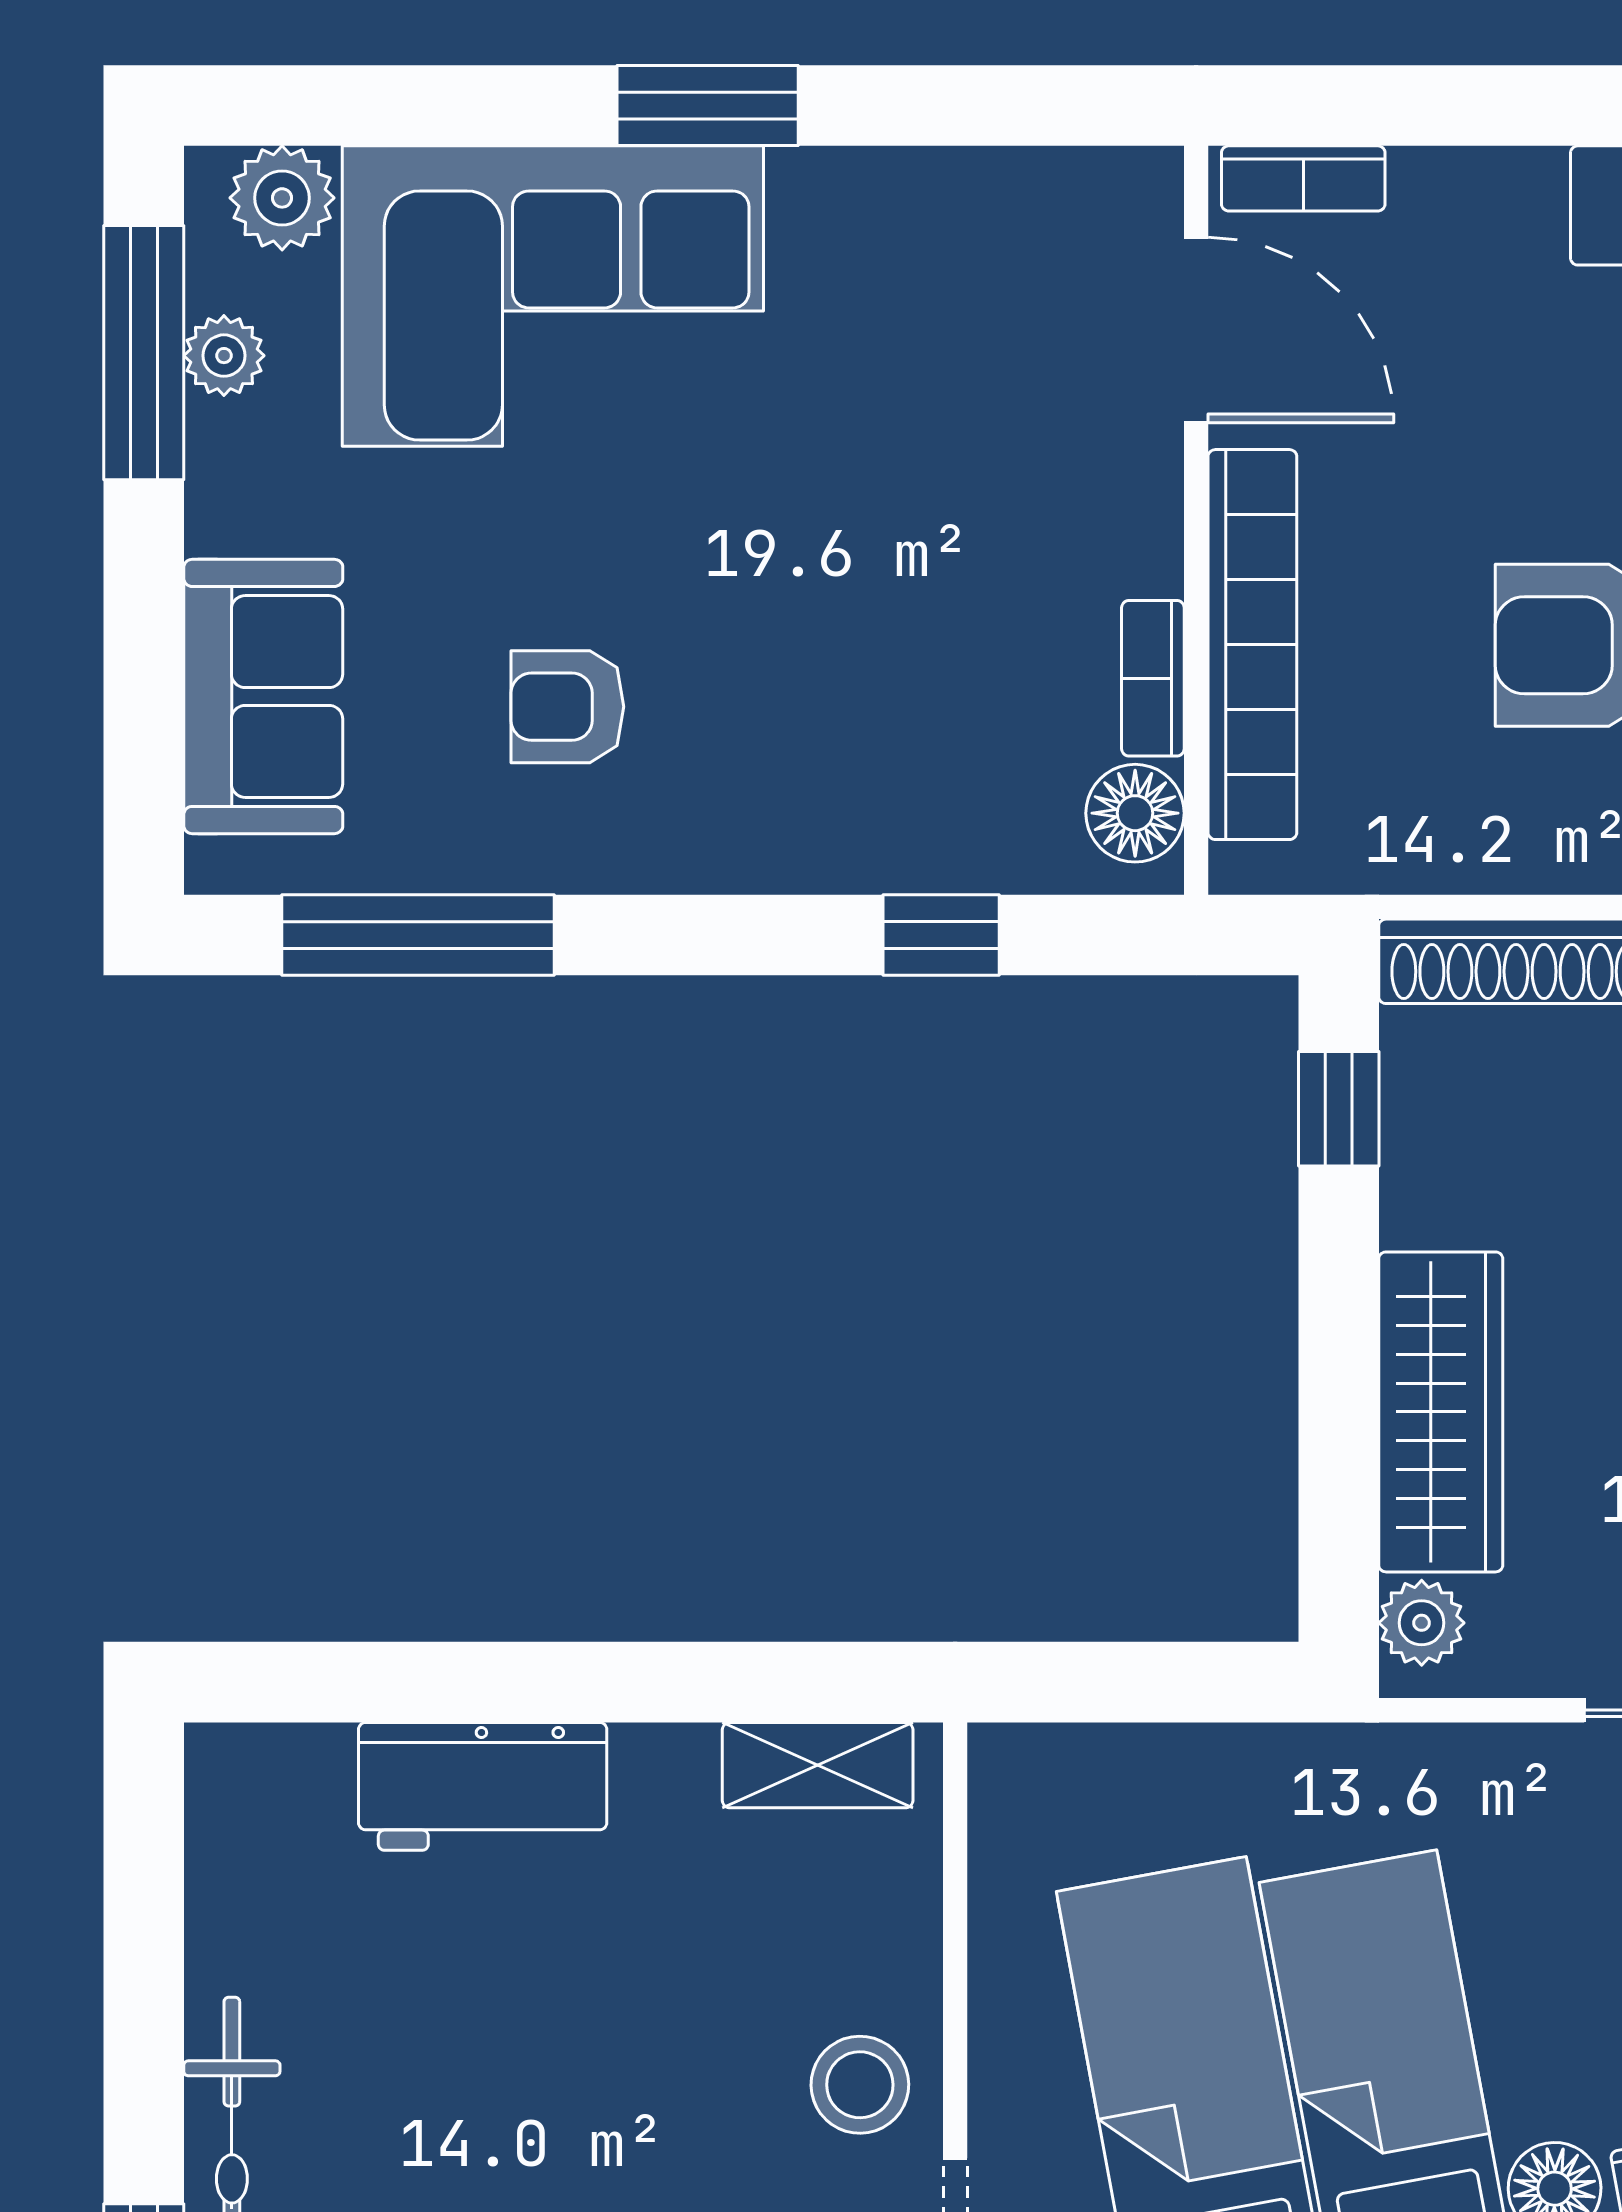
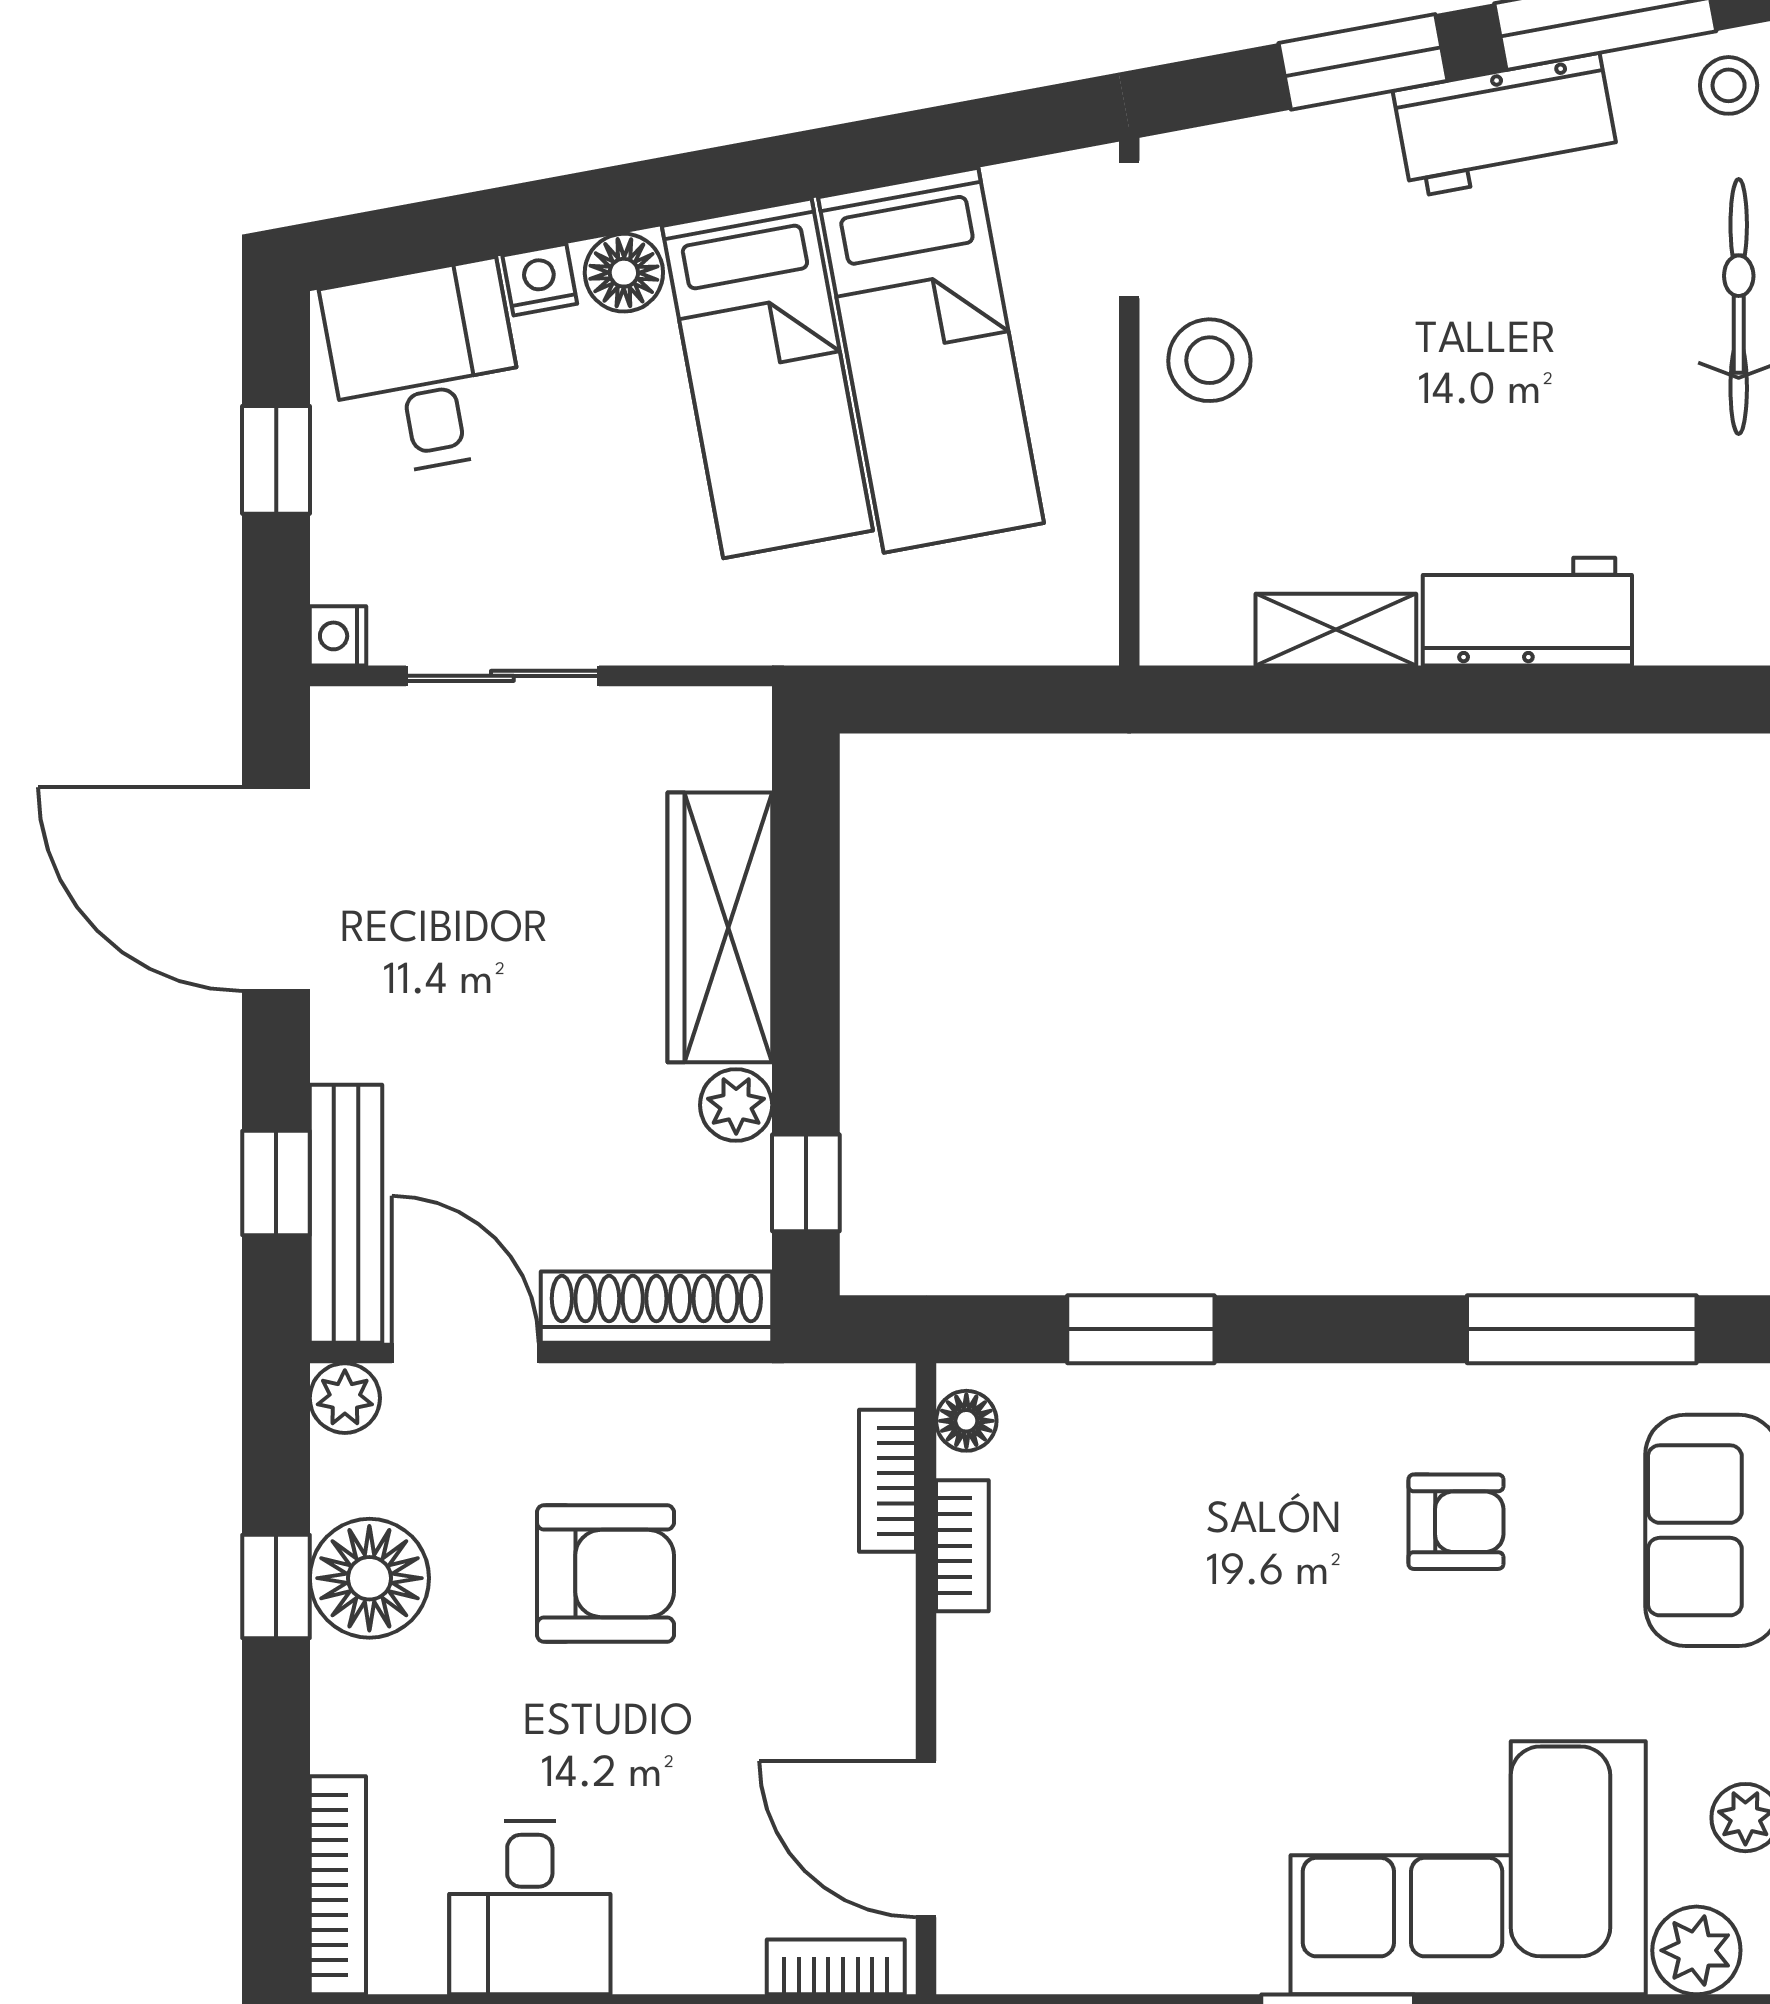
bookcase: (1252, 645) -> (887, 1481), width x0.43, depth x0.76
floor lamp: (1135, 813) -> (966, 1421), width x0.73, depth x0.73
window: (941, 935) -> (1141, 1329), width x1.50
plant: (1422, 1623) -> (736, 1105), moved
shelving: (818, 1765) -> (1336, 630), moved

